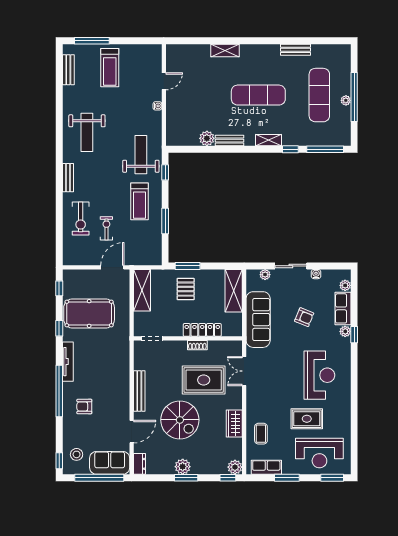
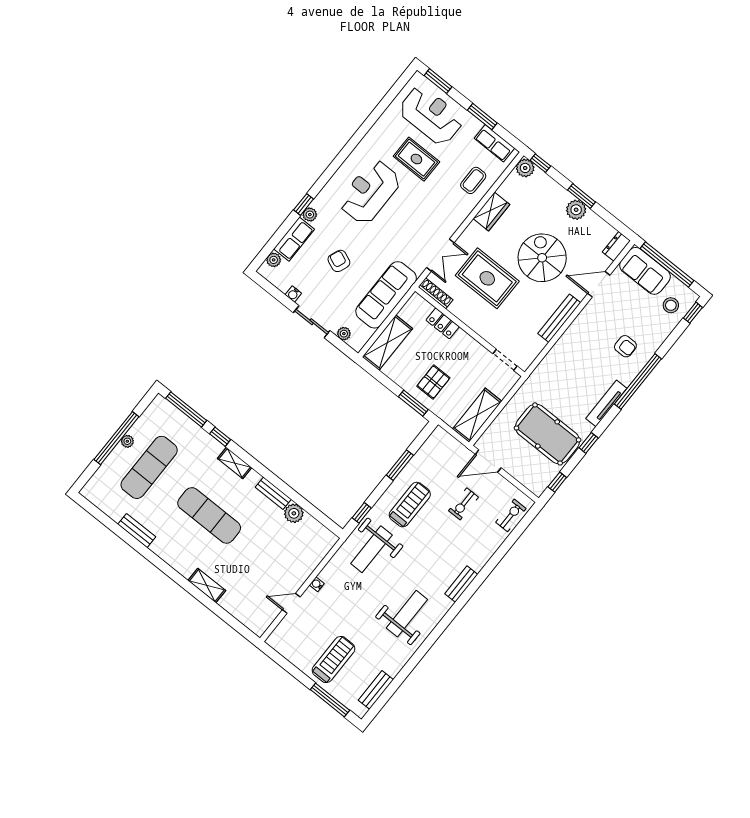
exercise bike: (81, 219) -> (511, 515), moved, width x0.73, depth x0.72
locker: (202, 330) -> (443, 323), width x0.66
shoe rack: (197, 345) -> (436, 293), moved, width x1.43

